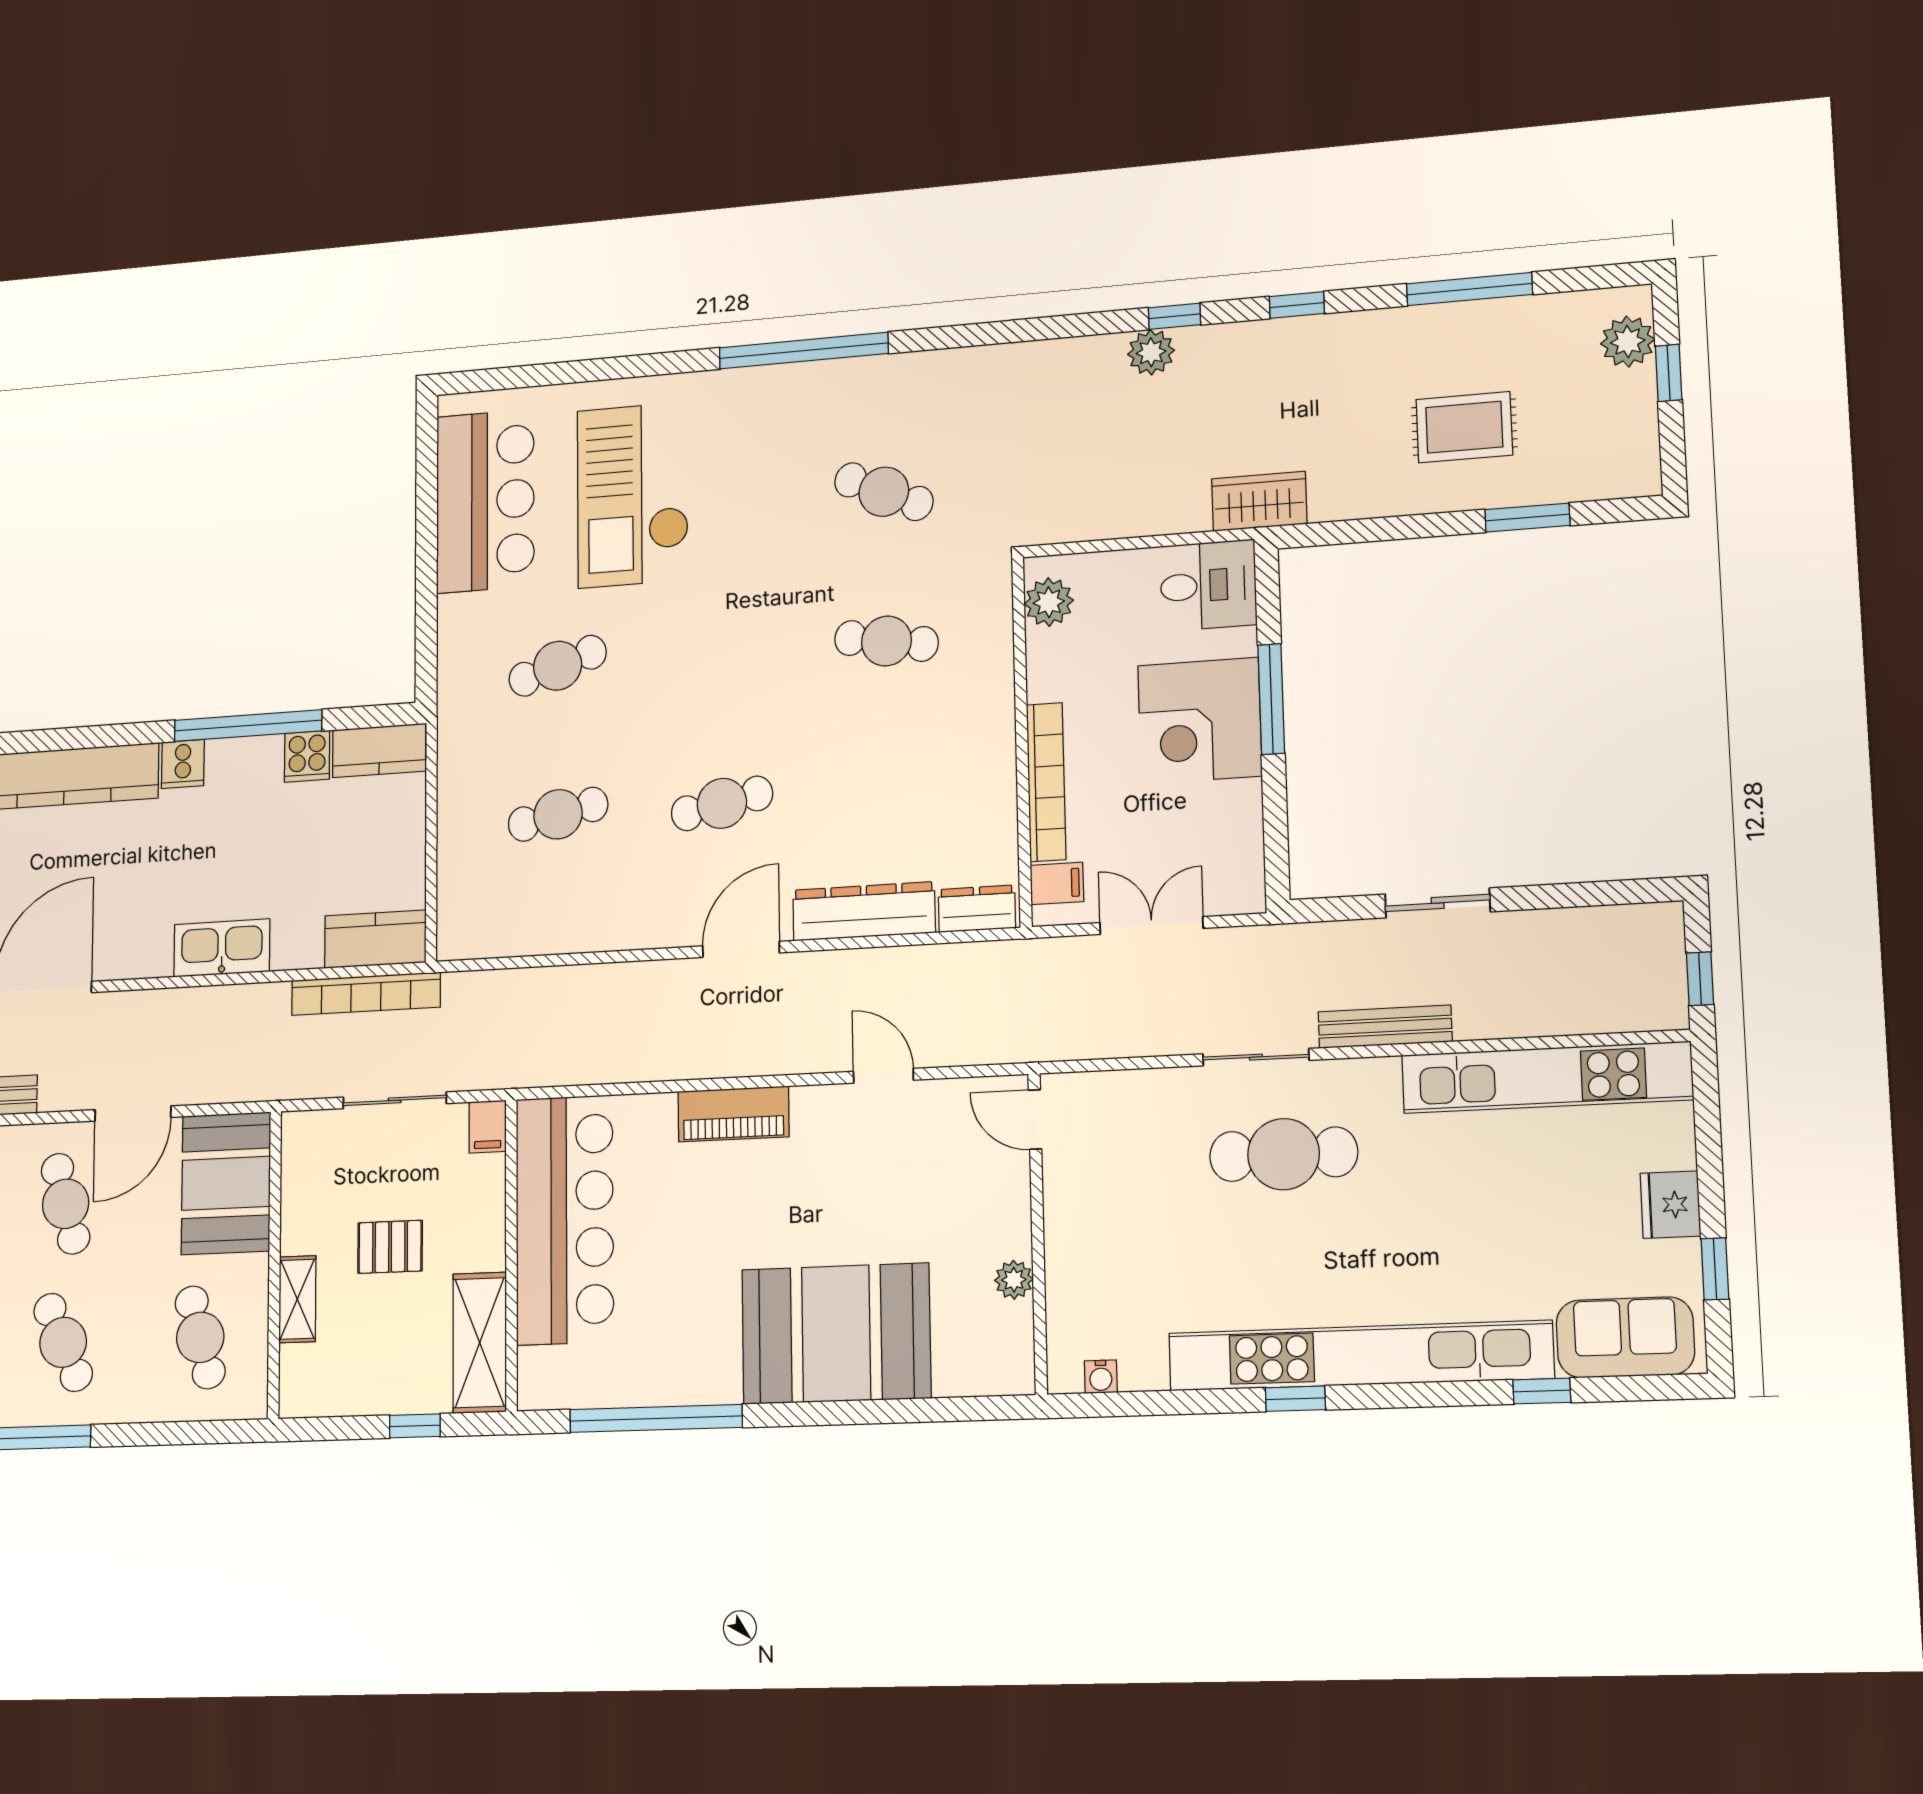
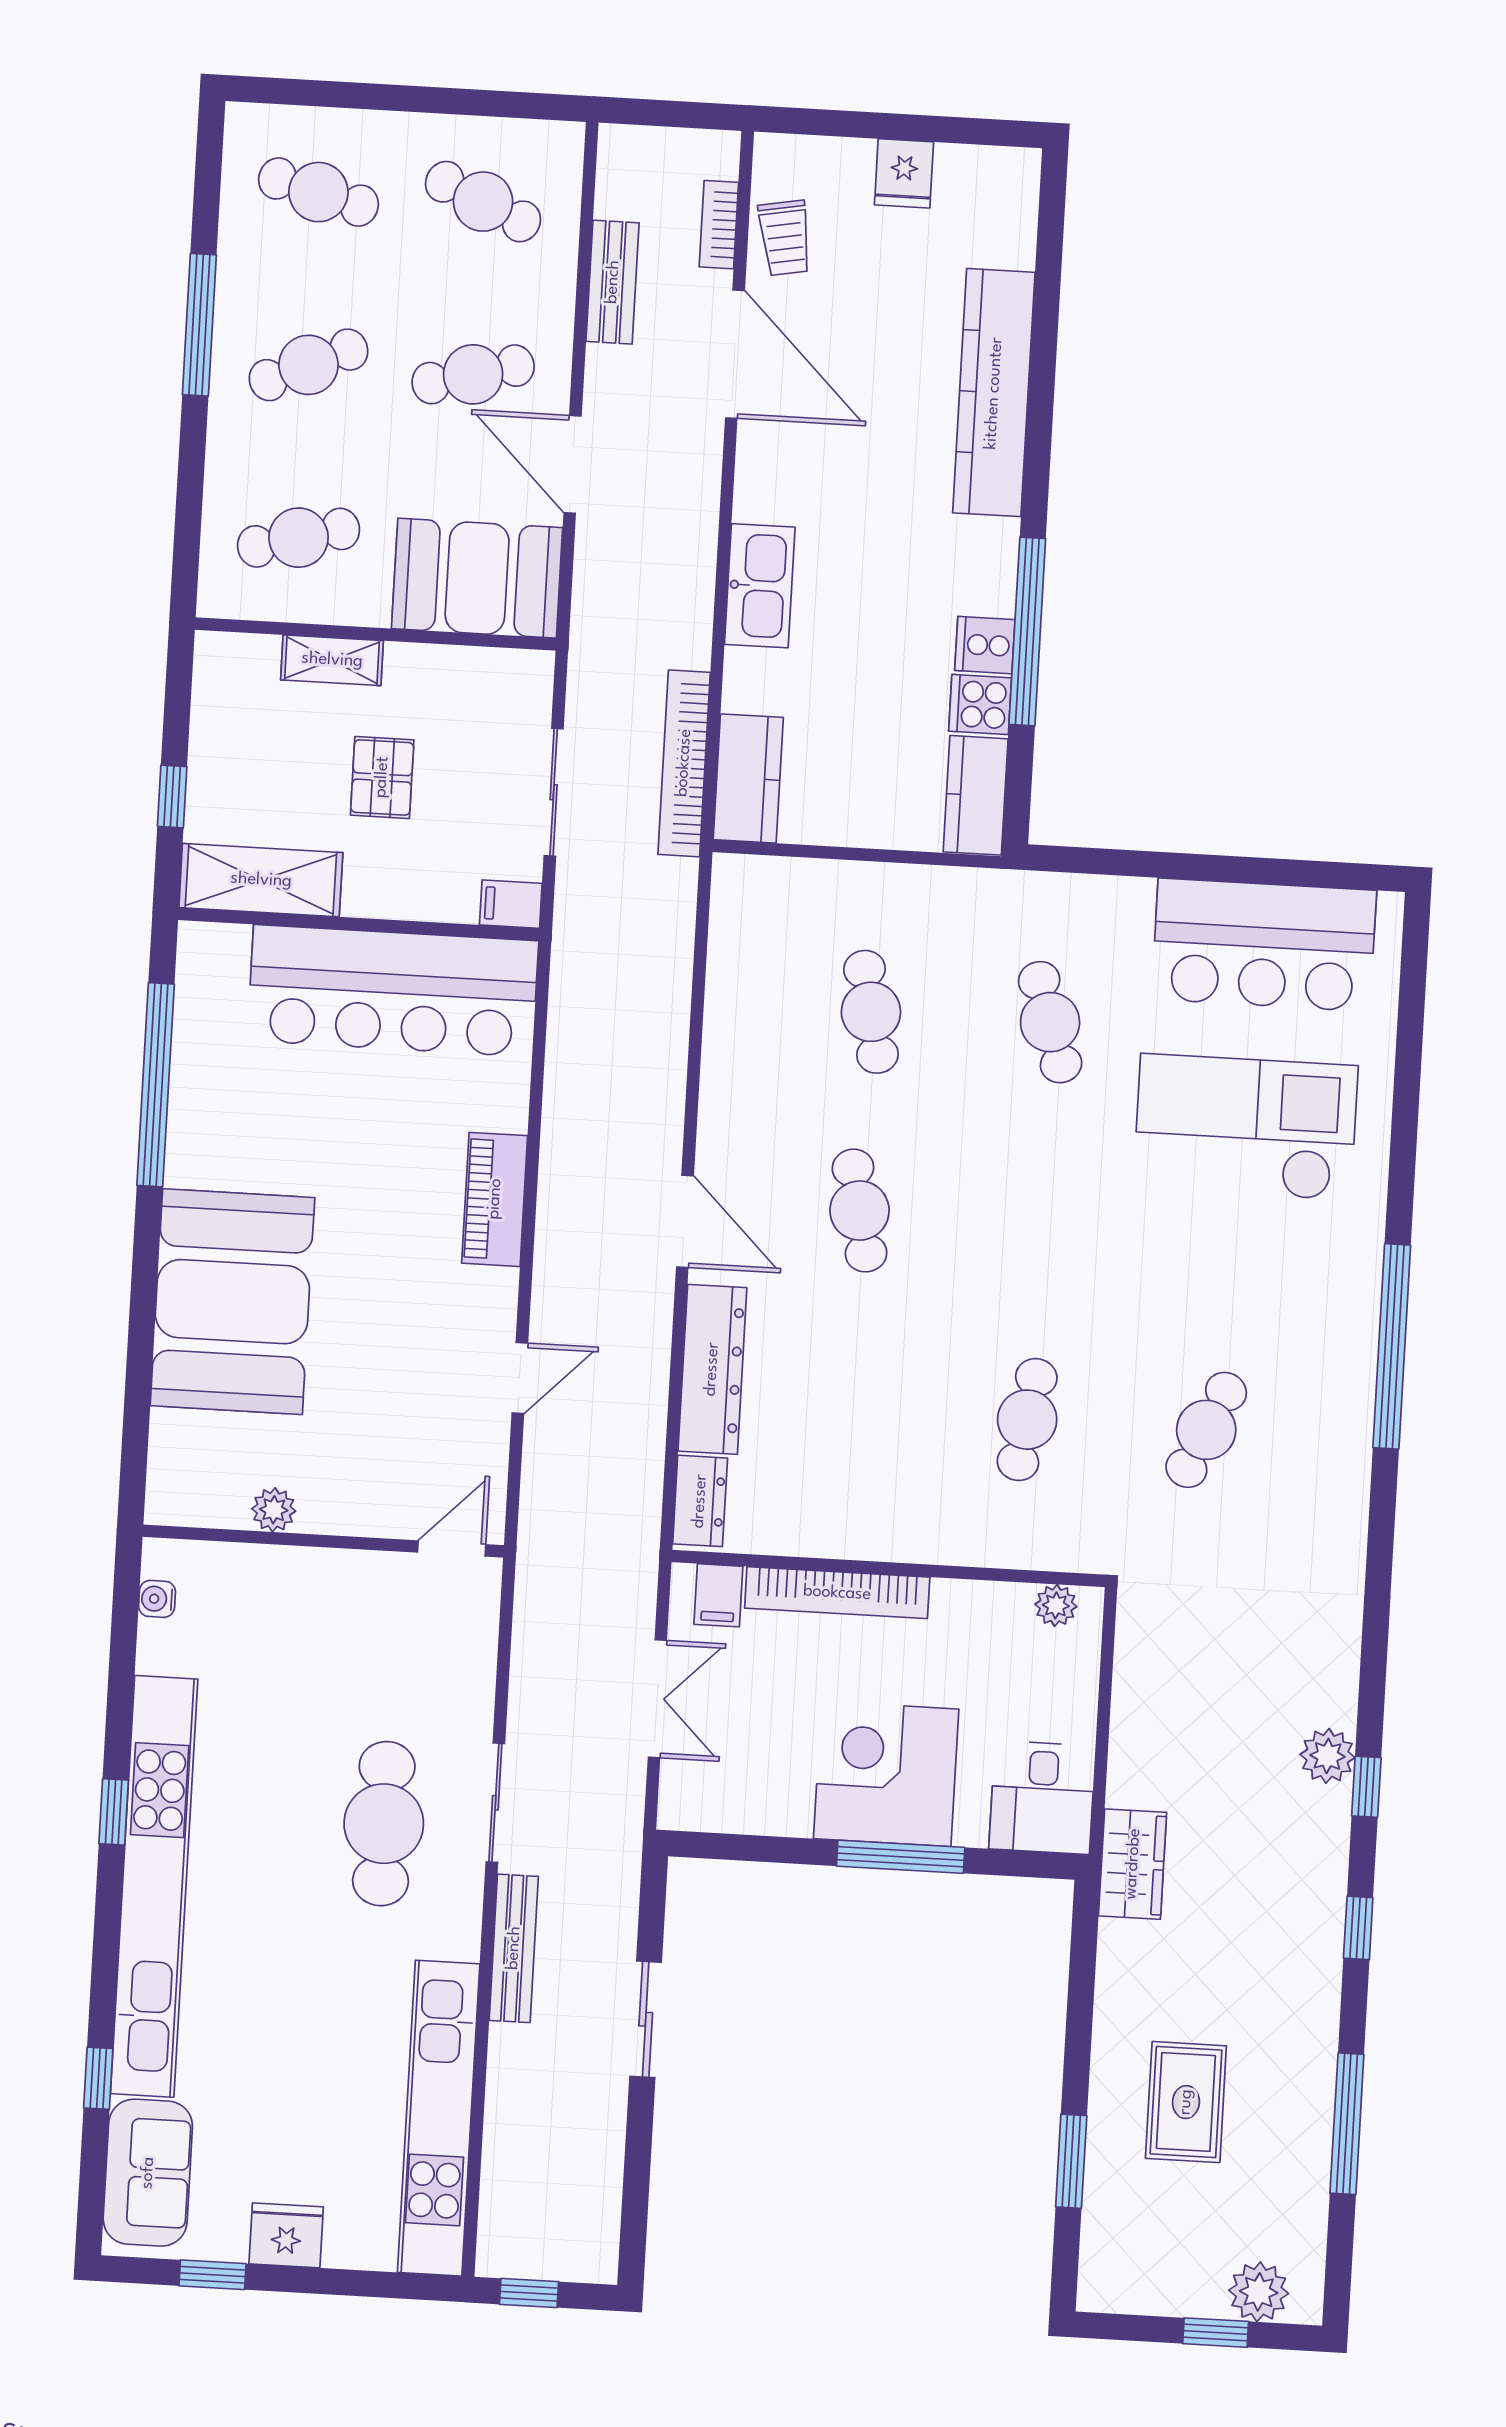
plant: (1049, 602) -> (1056, 1605), width x0.73, depth x0.73
cooker: (183, 764) -> (985, 645), moved

